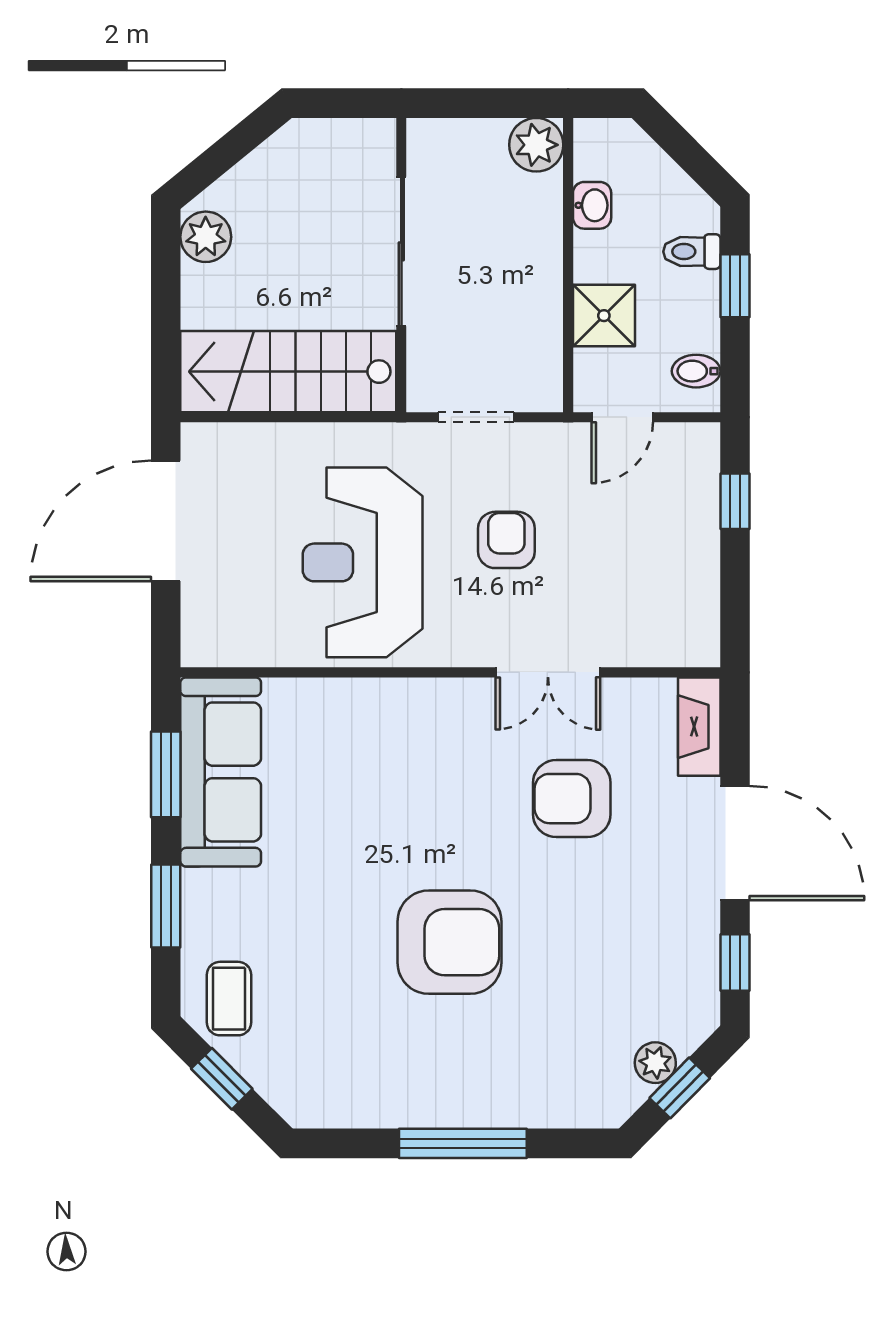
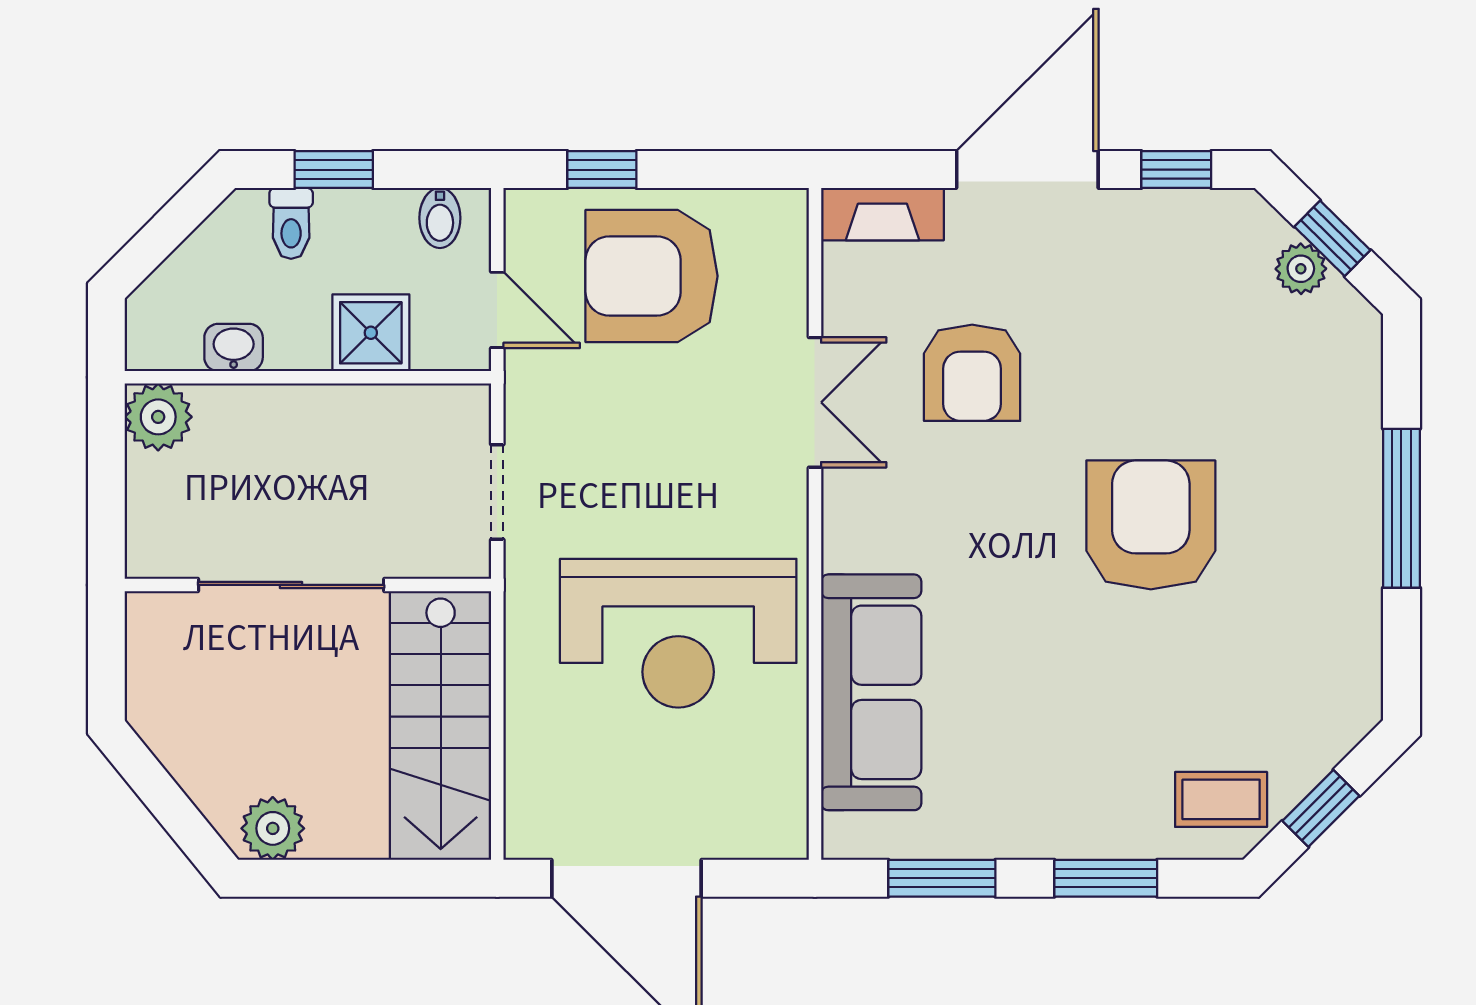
armchair: (506, 540) -> (652, 276), moved, width x1.88, depth x1.88
sofa: (221, 772) -> (871, 692), moved, turned 90

